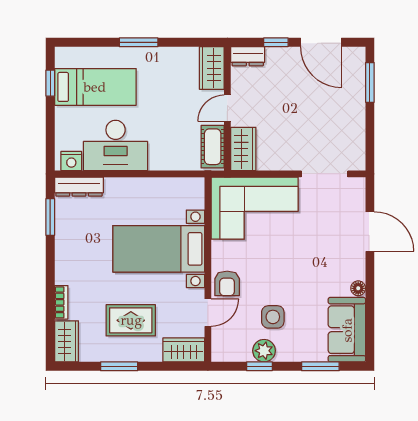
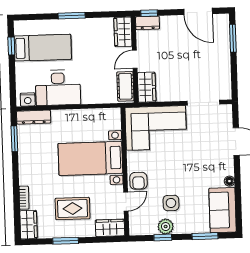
window: (276, 42) -> (149, 13), moved

